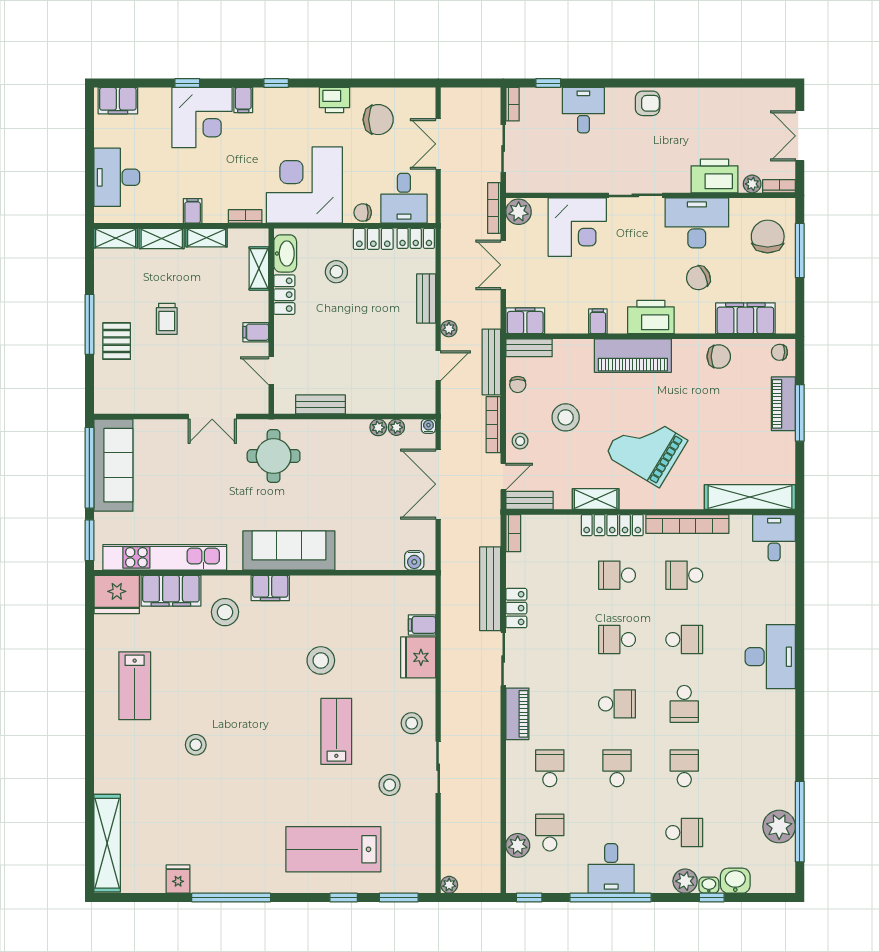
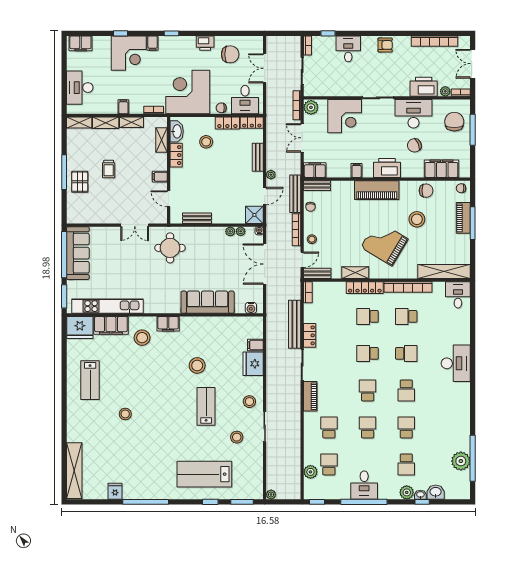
bookcase: (733, 97) -> (434, 41), added
shower: (420, 399) -> (254, 215), added
stool: (566, 417) -> (417, 219), moved
sofa: (289, 550) -> (208, 302), moved
school desk: (617, 704) -> (368, 390), turned -90
school desk: (684, 833) -> (406, 464), turned 90

